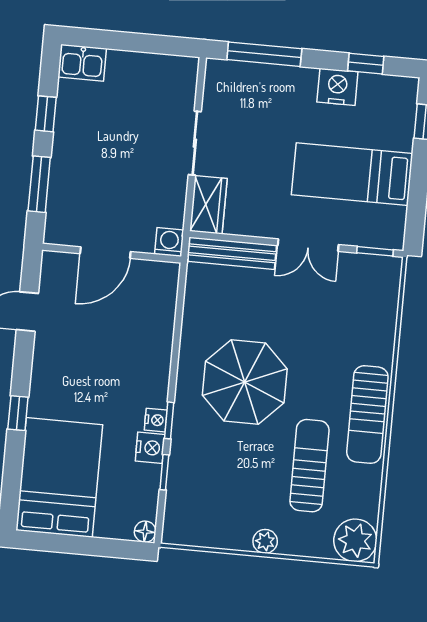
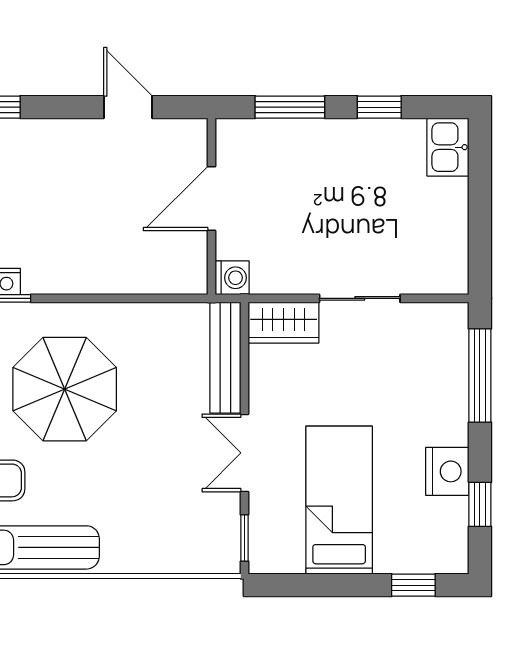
door: (105, 253) -> (211, 199), hinge flipped

